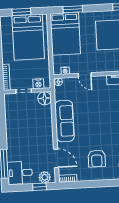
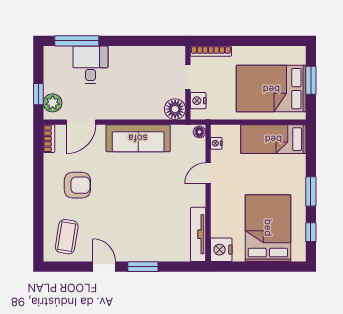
window: (73, 9) -> (311, 191), moved
bed: (65, 34) -> (273, 139), width x0.67
armchair: (97, 159) -> (77, 185), turned 180
desk: (20, 173) -> (91, 65), moved

